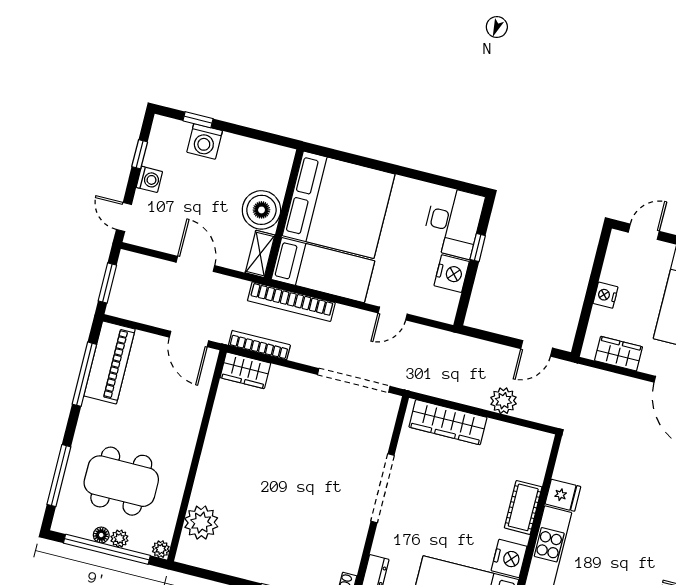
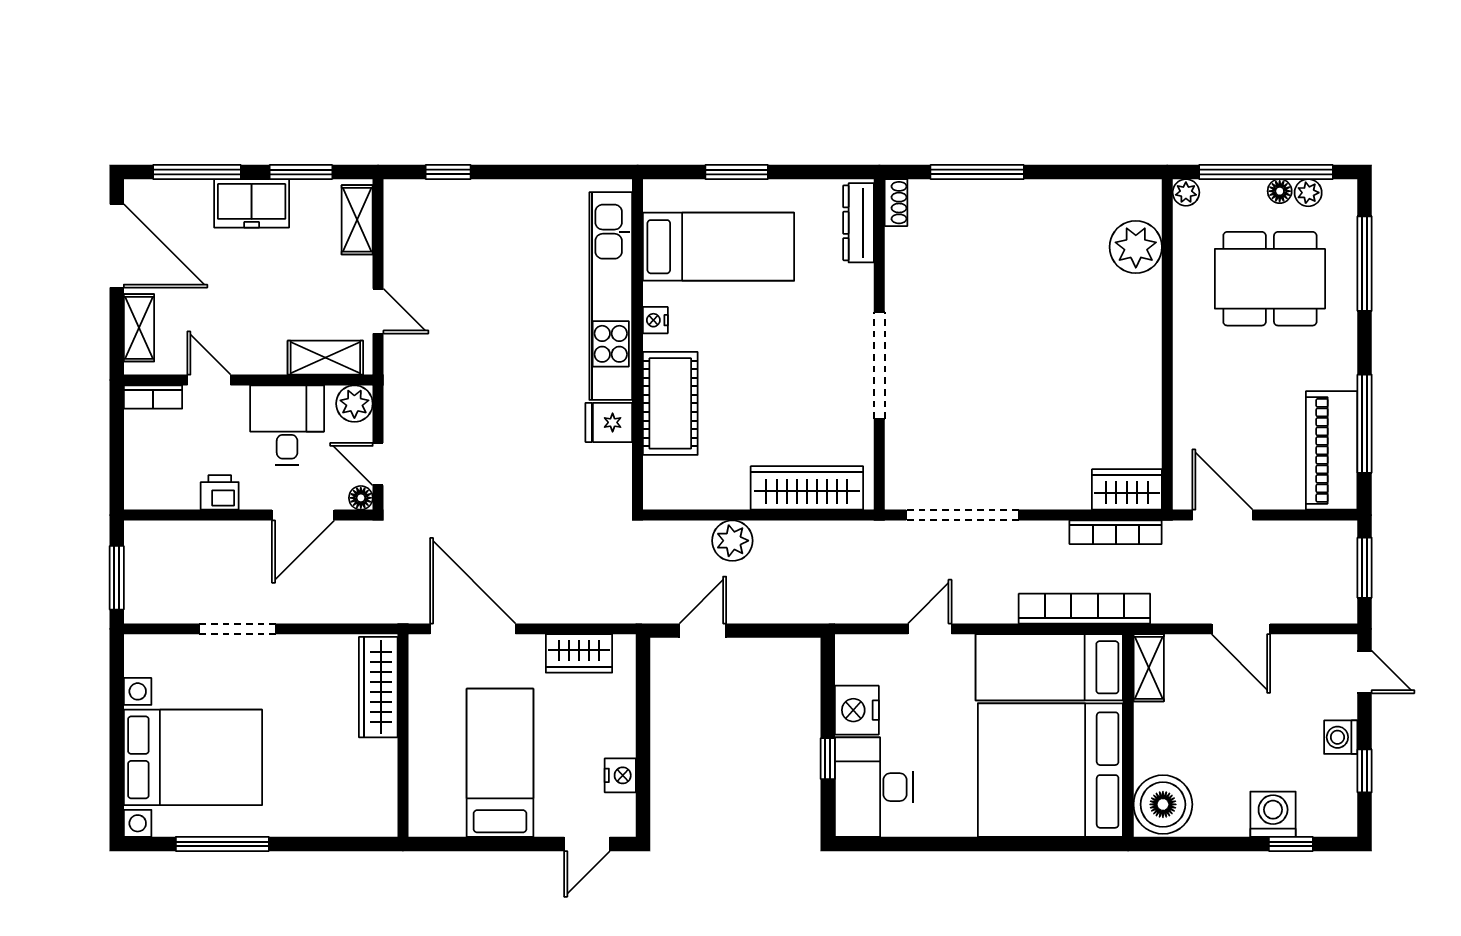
boiler: (261, 210) -> (1163, 804), moved
nightstand: (606, 295) -> (620, 775), moved
cot: (523, 507) -> (670, 403), width x1.37, depth x1.34
plant: (119, 539) -> (1308, 193), moved
nightstand: (509, 558) -> (655, 320), width x0.53, depth x0.56

